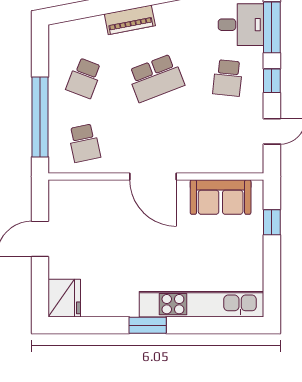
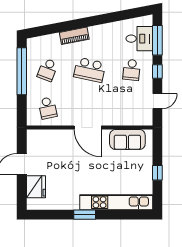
school desk: (156, 78) -> (90, 70), turned 33
window: (40, 117) -> (22, 71), moved
window: (272, 222) -> (157, 173), moved
fridge: (64, 298) -> (36, 187), moved

